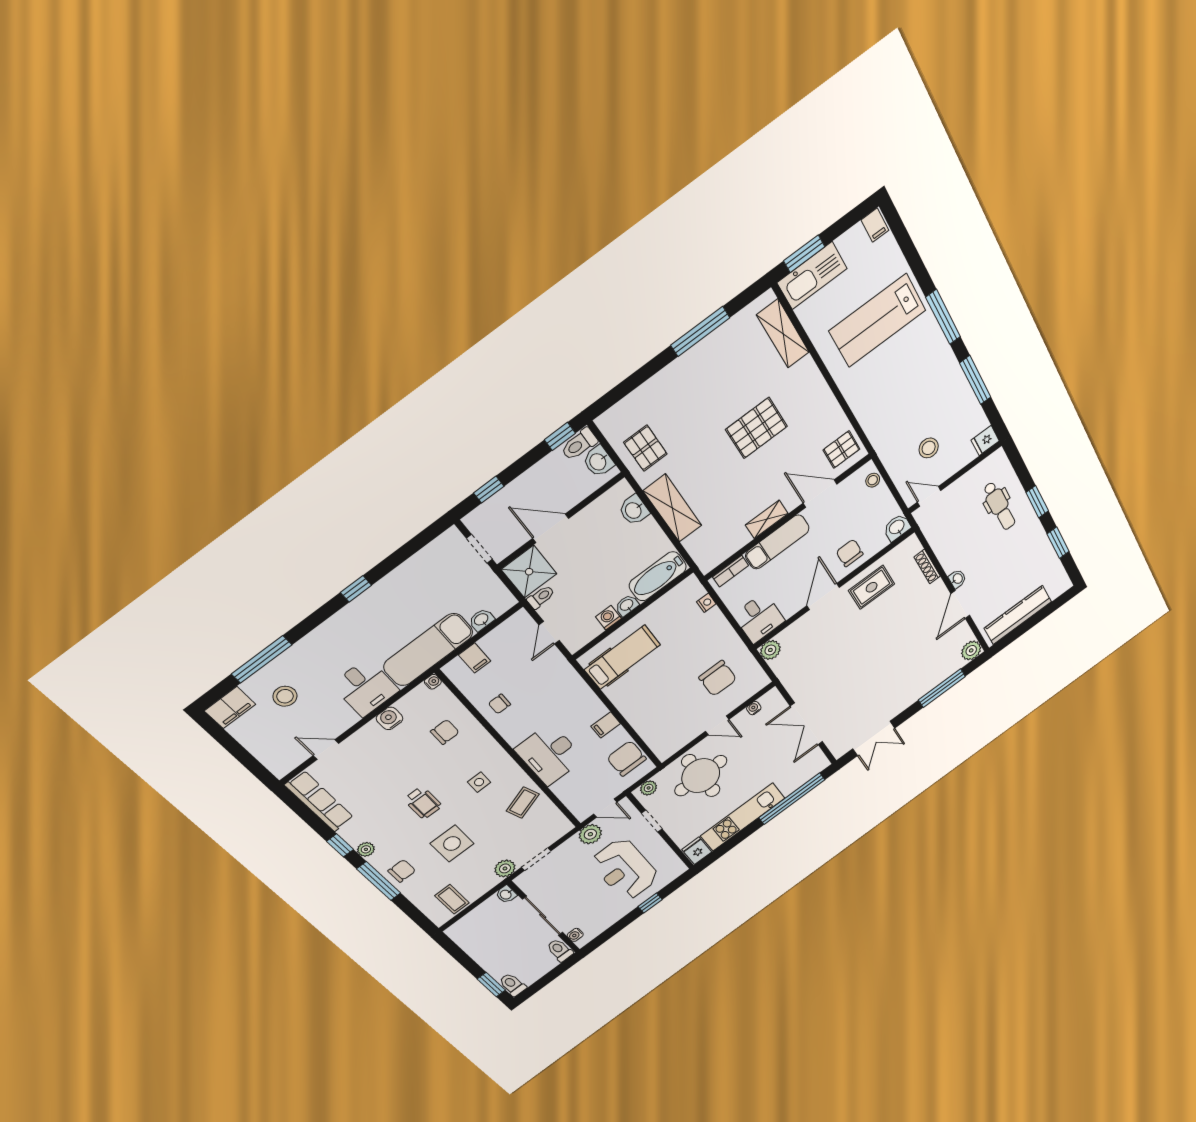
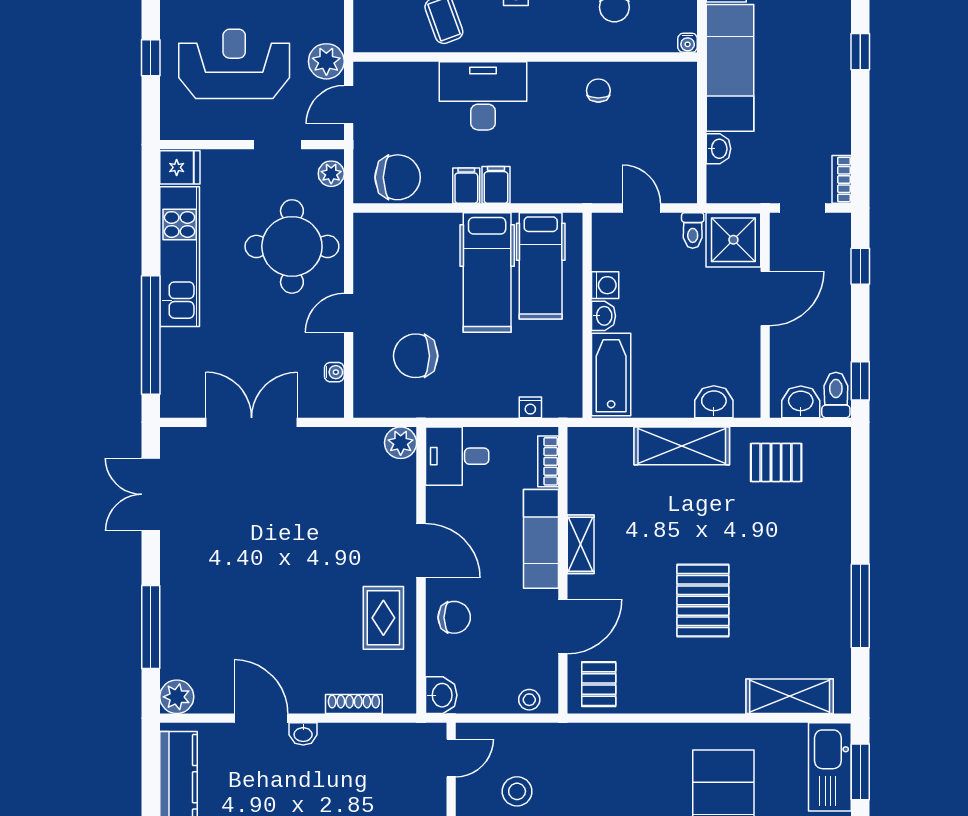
bookcase: (444, 540) -> (842, 179), added
filing cabinet: (475, 658) -> (496, 185), moved, turned 90
hospital bed: (646, 680) -> (487, 272), added

